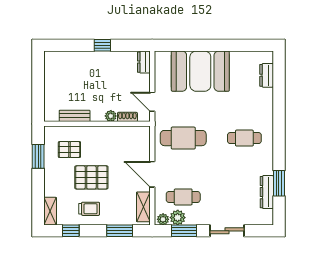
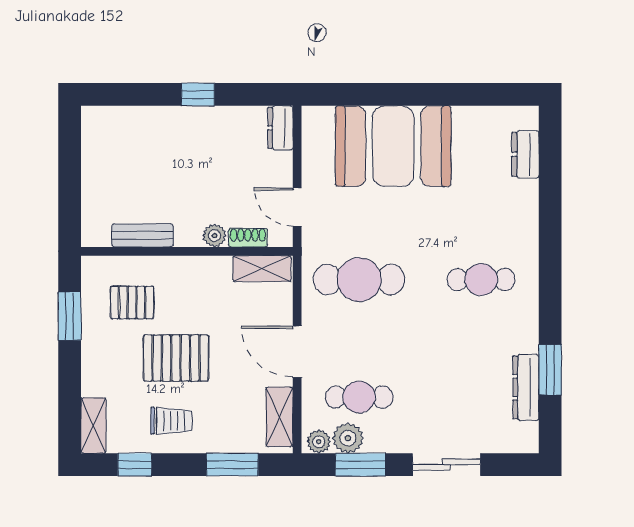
shelving: (135, 133) -> (262, 269), added

